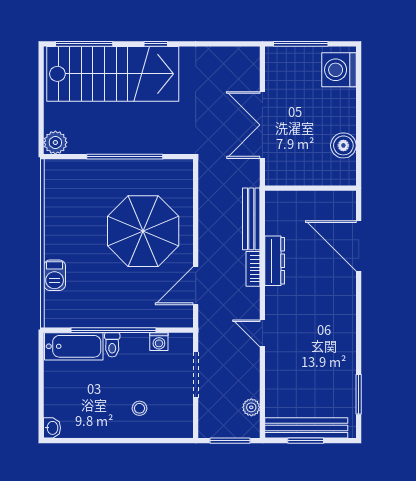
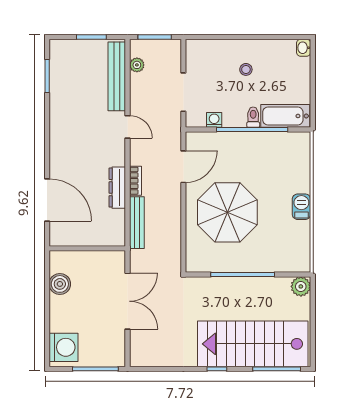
barbecue: (55, 275) -> (301, 207), moved
stool: (139, 408) -> (246, 69), moved
bench: (306, 428) -> (117, 76), moved, turned 90

